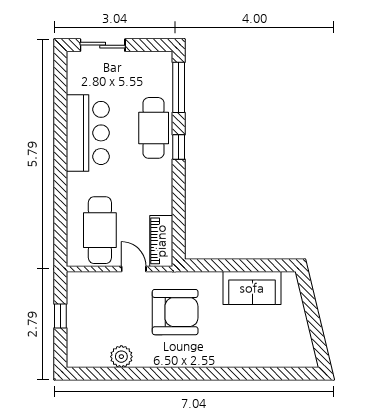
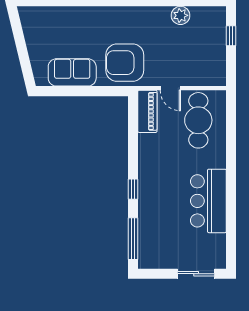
cafe table: (154, 128) -> (154, 205), removed
armchair: (175, 312) -> (125, 63), moved
window: (60, 316) -> (231, 36), moved

